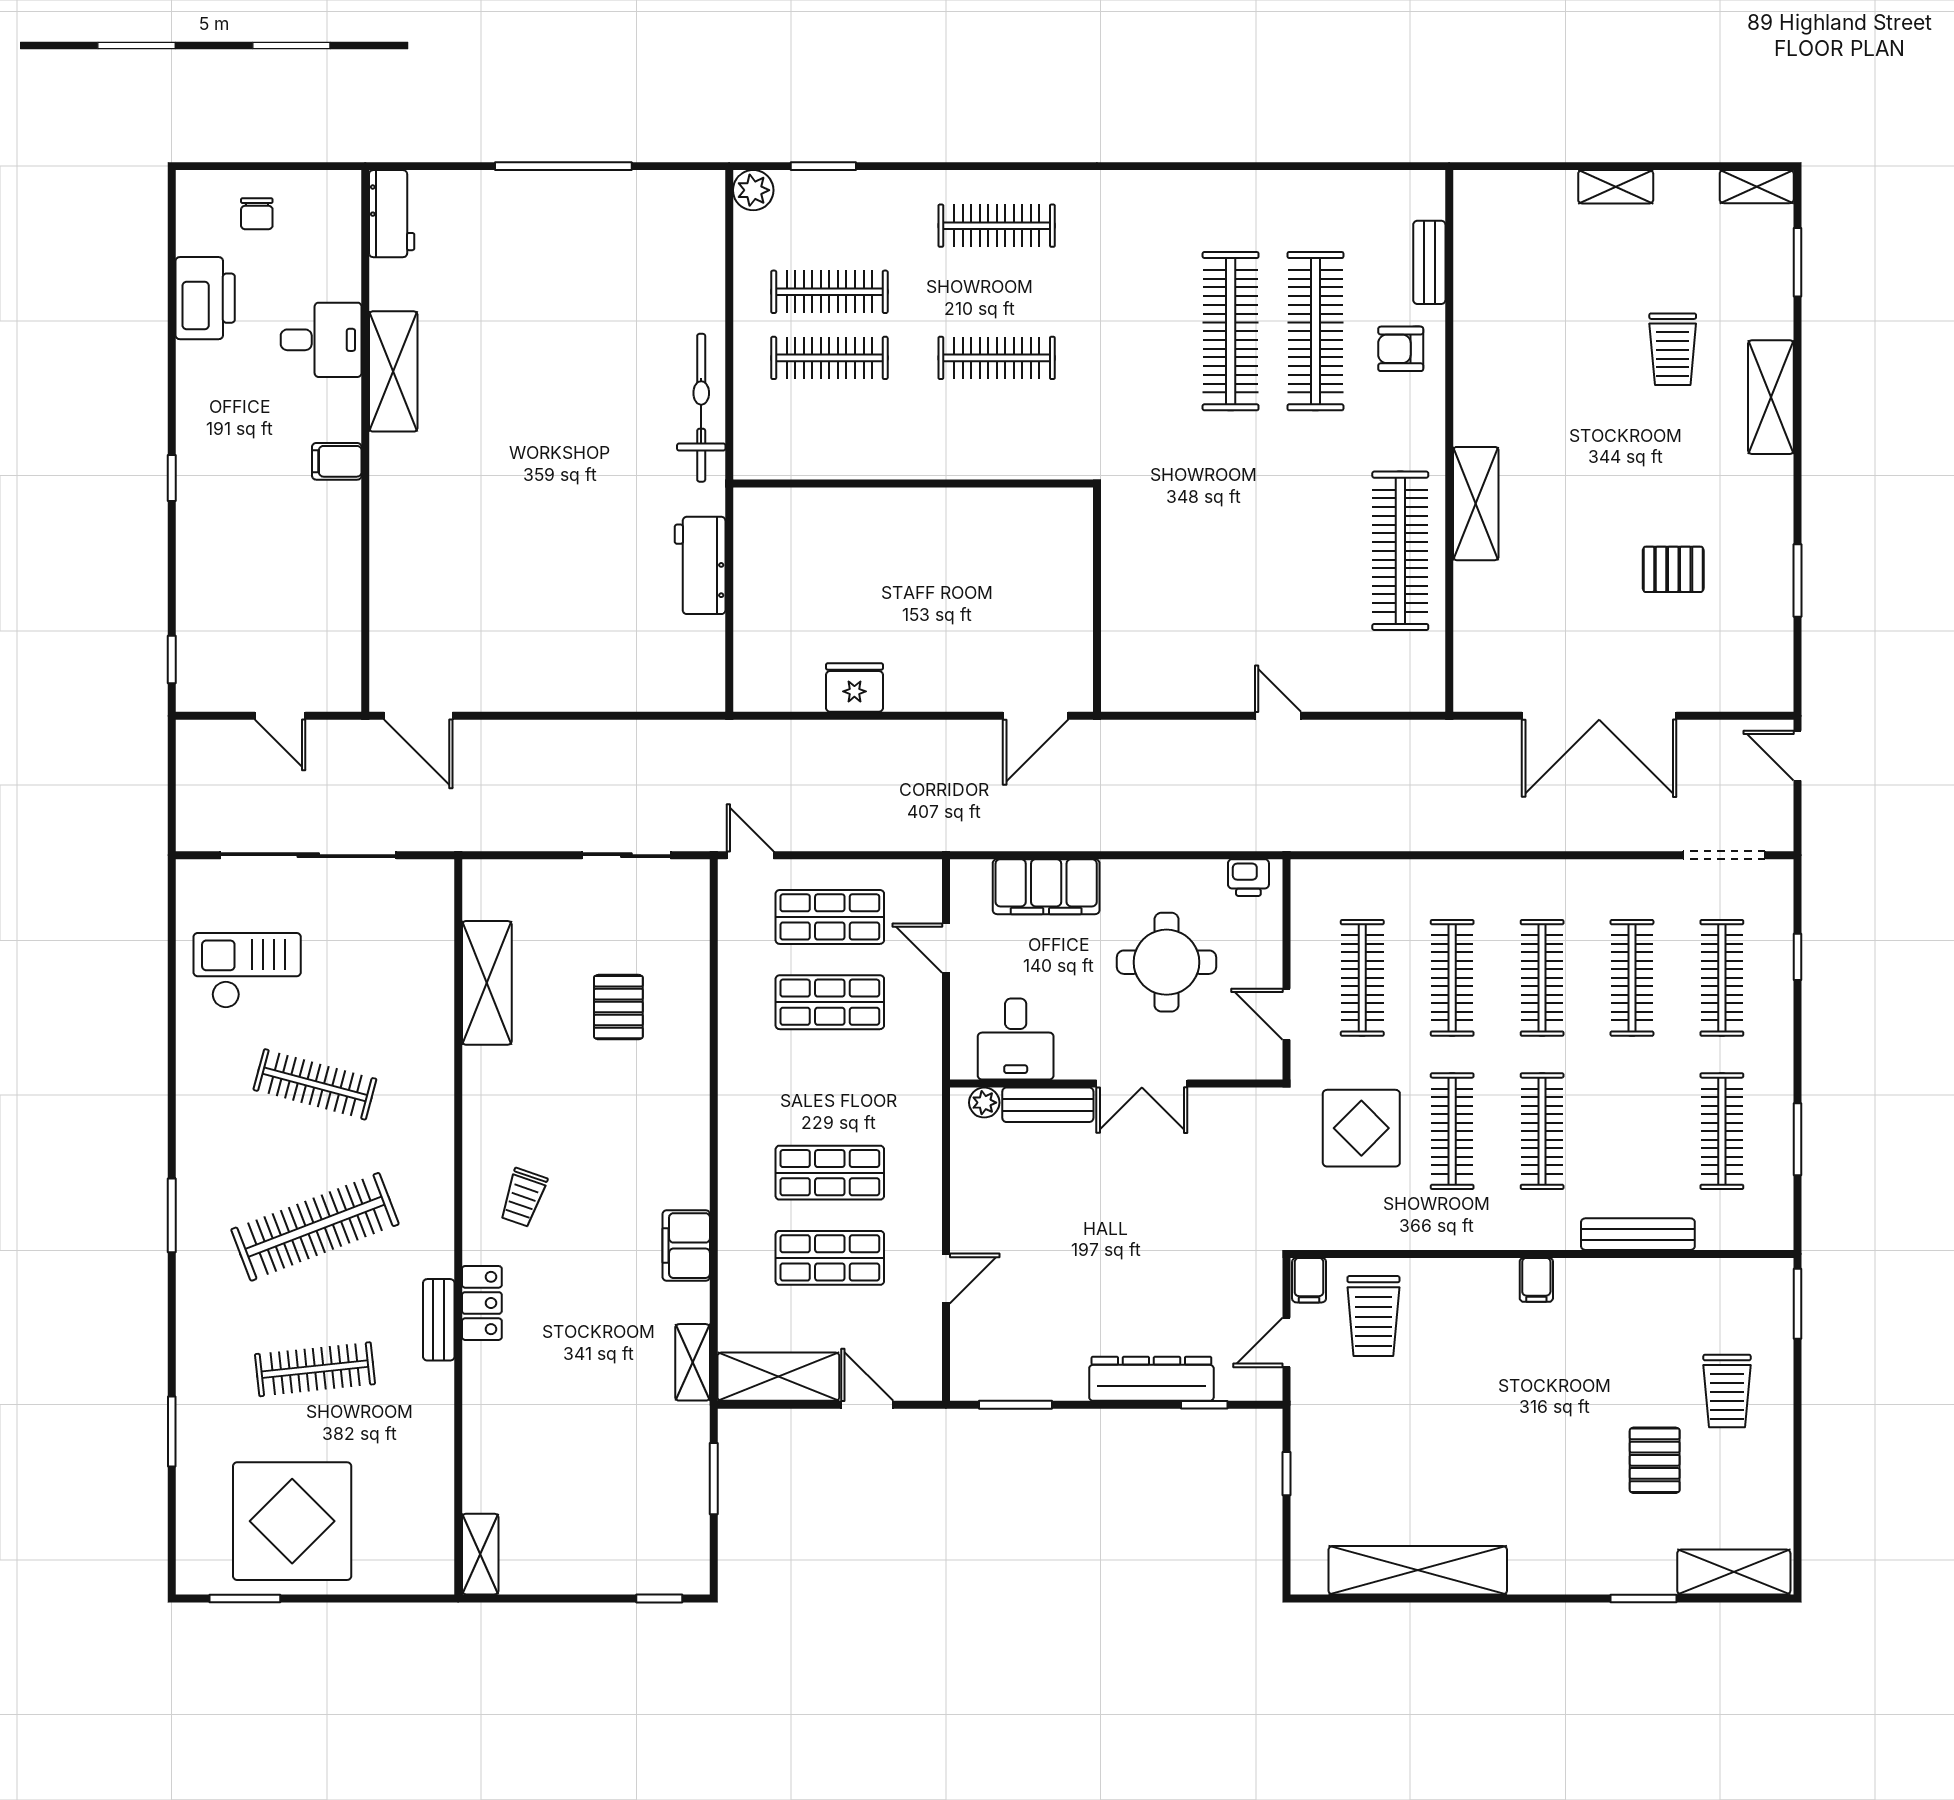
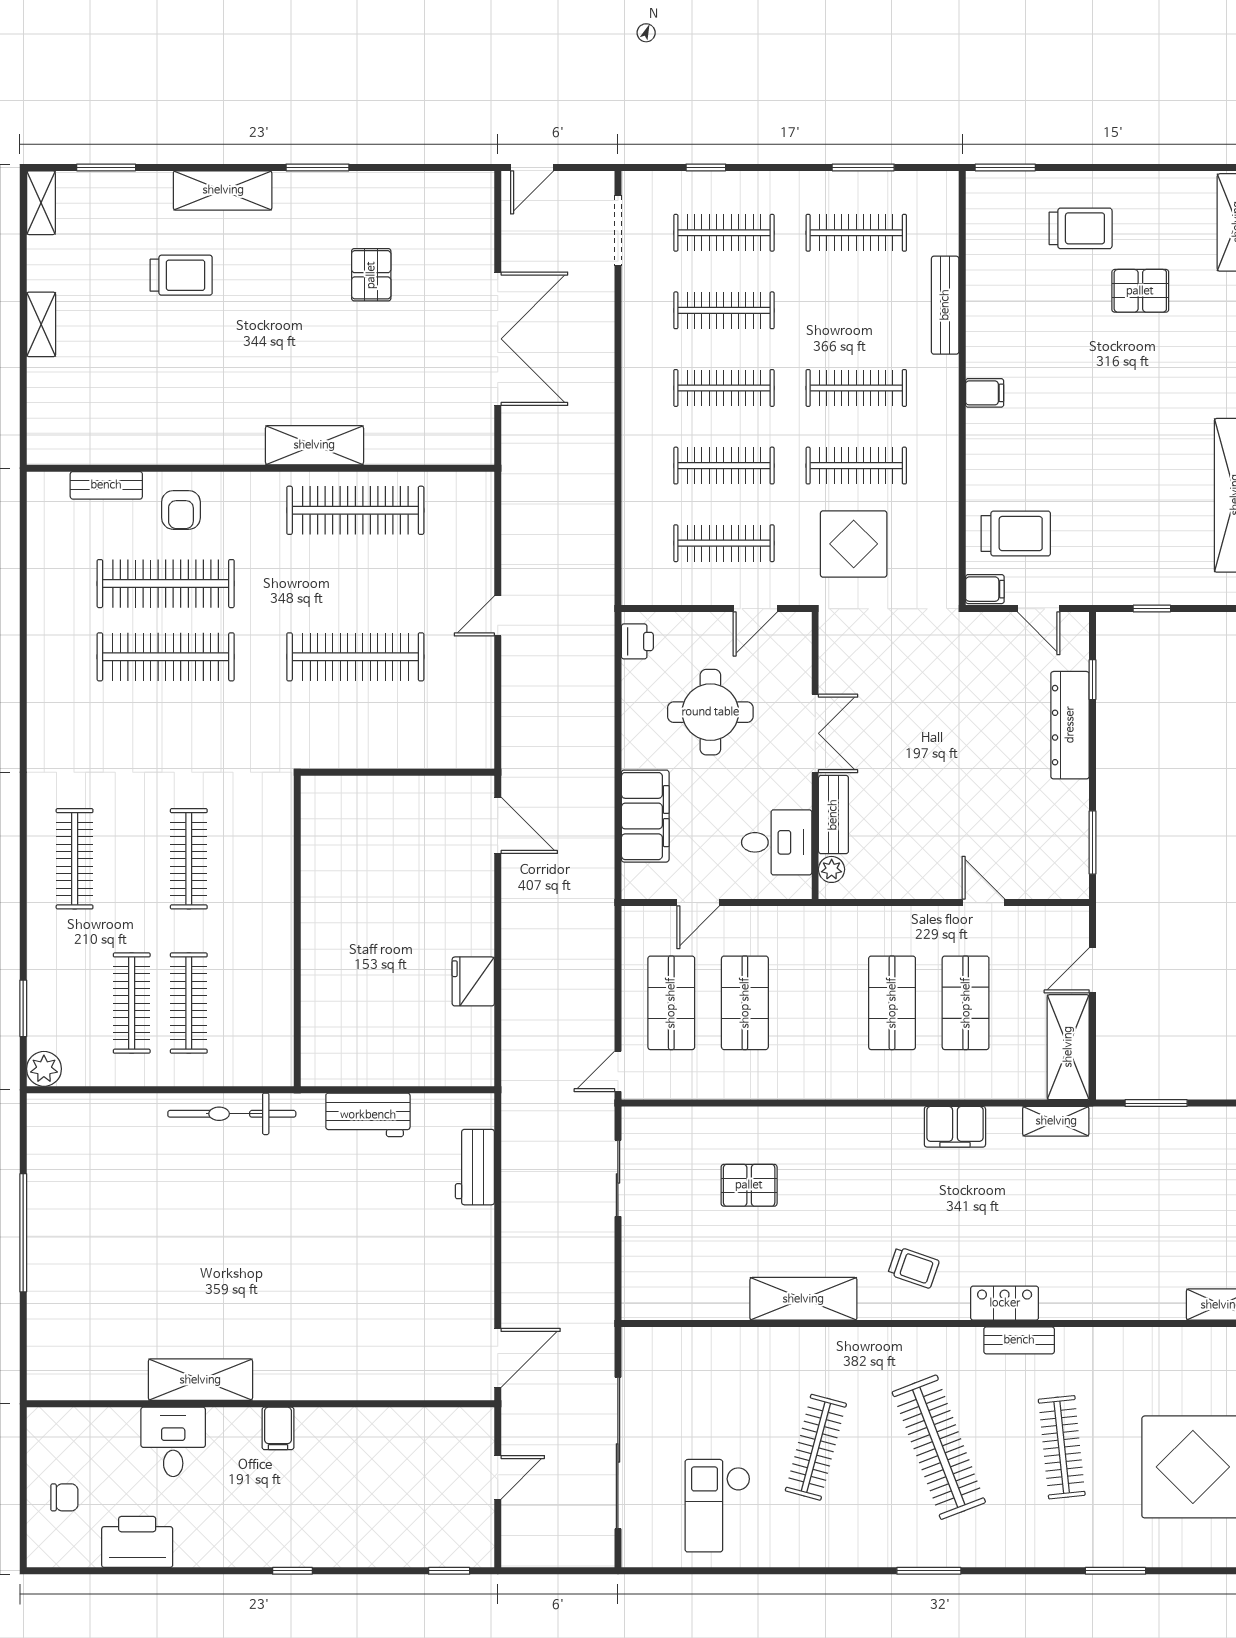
workbench: (392, 214) -> (475, 1167), moved, turned -90
clothes rail: (1231, 551) -> (355, 657), added
window: (1798, 580) -> (317, 167), moved
shelving: (487, 983) -> (803, 1299), moved

